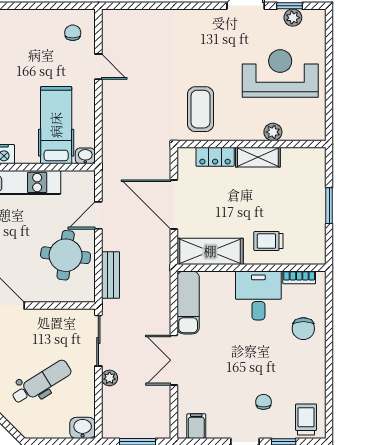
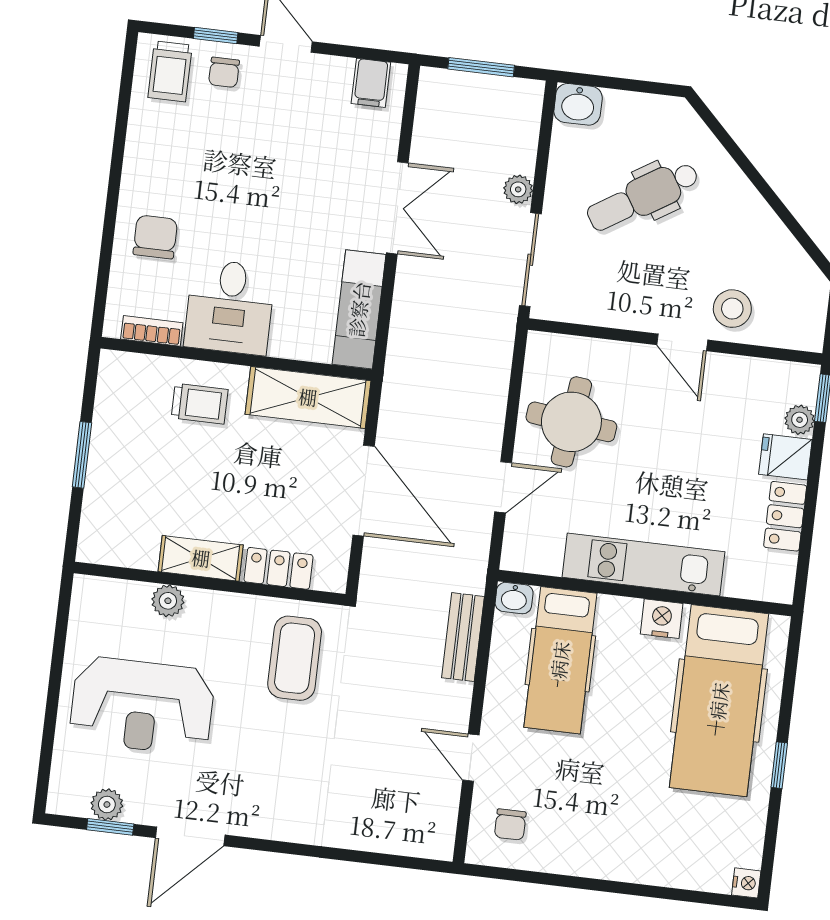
bench: (110, 275) -> (463, 637), moved
chair: (263, 402) -> (224, 72), moved

